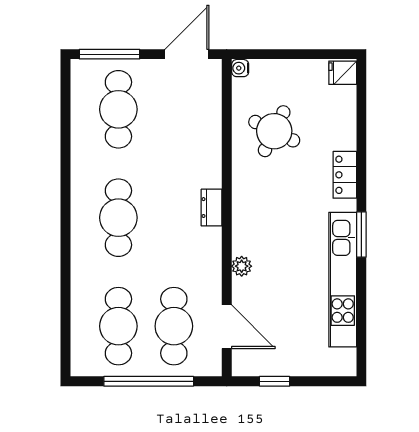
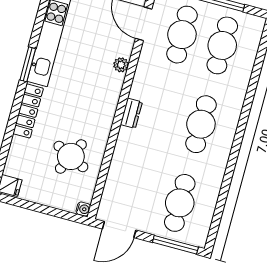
locker: (345, 175) -> (28, 111), width x1.53

